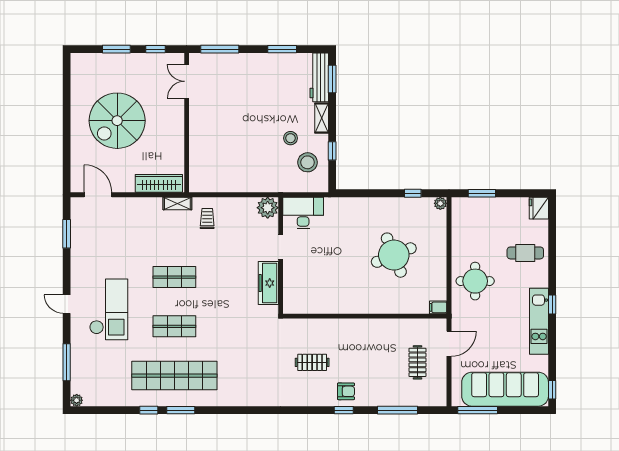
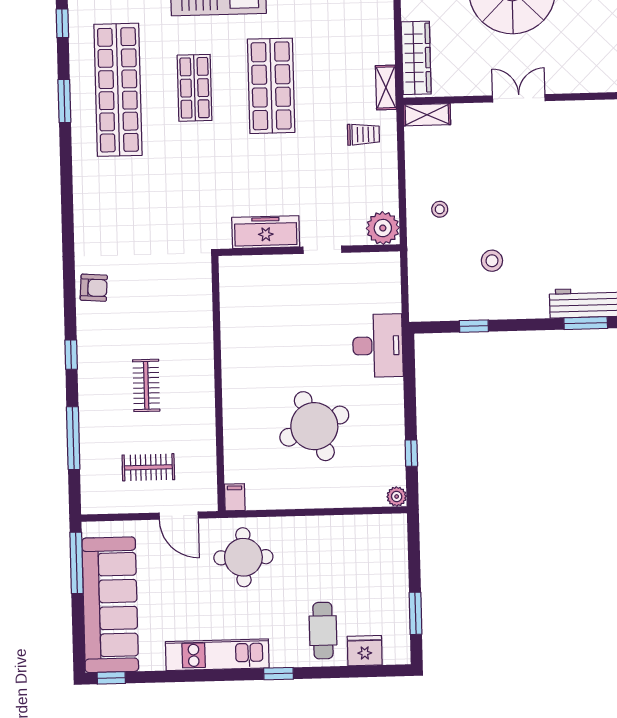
double door: (187, 81) -> (519, 98), moved
shelving: (322, 118) -> (427, 115), moved
stool: (308, 162) -> (440, 209), moved, width x0.53, depth x0.53
window: (482, 193) -> (415, 613), moved
fridge: (539, 208) -> (365, 651), moved
desk: (303, 213) -> (378, 346), moved
shop shelf: (174, 277) -> (271, 86), width x1.43, depth x1.36
round table: (475, 281) -> (243, 557), moved
window: (552, 305) -> (279, 674), moved
clothes rail: (312, 362) -> (146, 385), moved
armchair: (346, 391) -> (94, 288), moved, turned -86
window: (149, 410) -> (62, 23), moved

